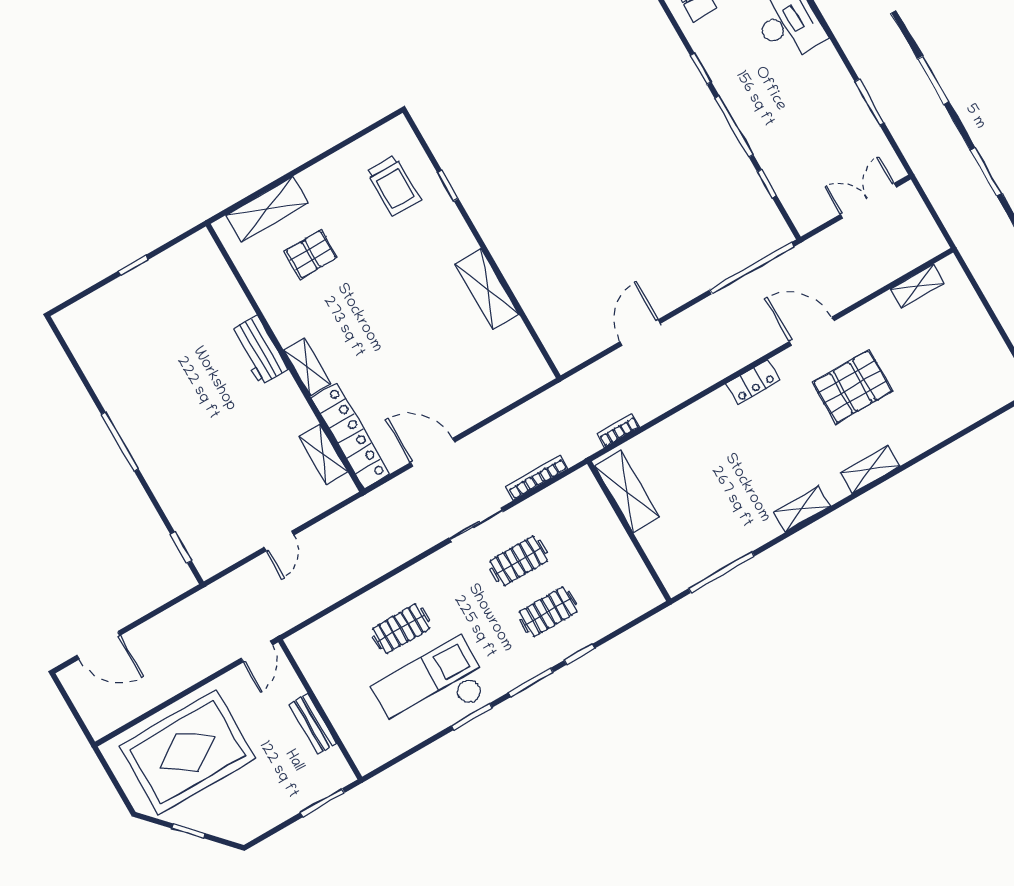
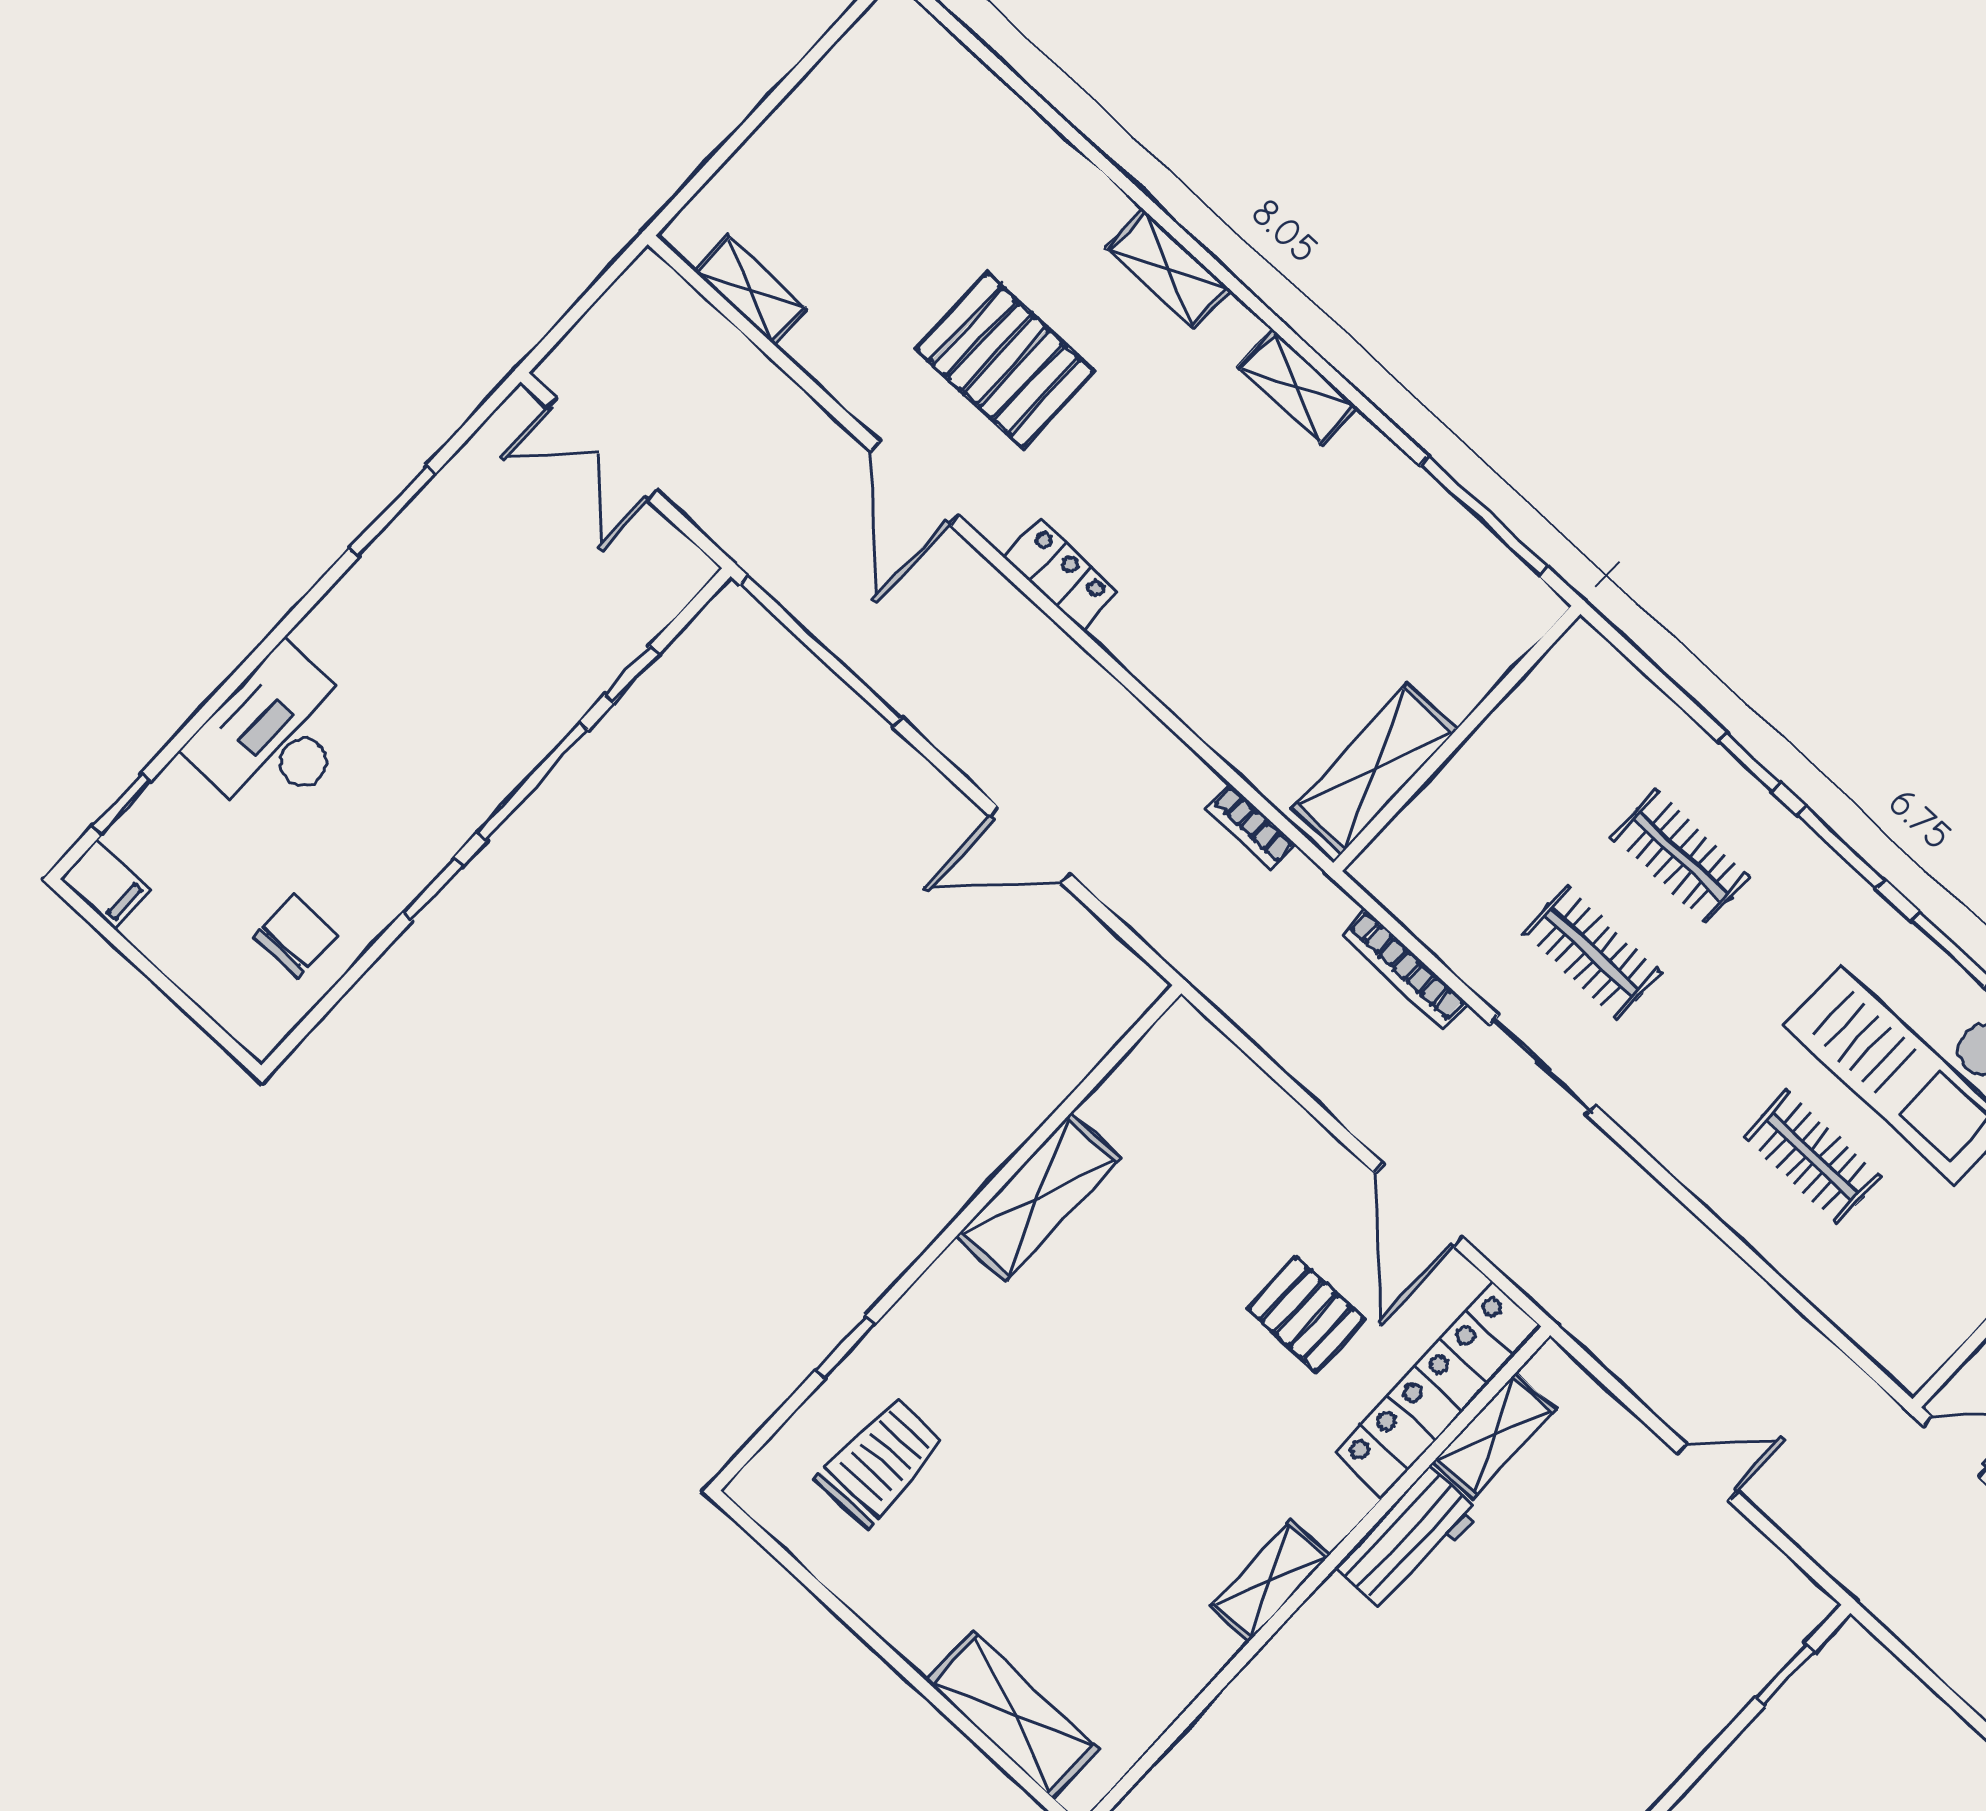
pallet: (311, 254) -> (1306, 1314), moved
workbench: (259, 350) -> (1409, 1540), moved
shelving: (307, 367) -> (1270, 1581), moved

